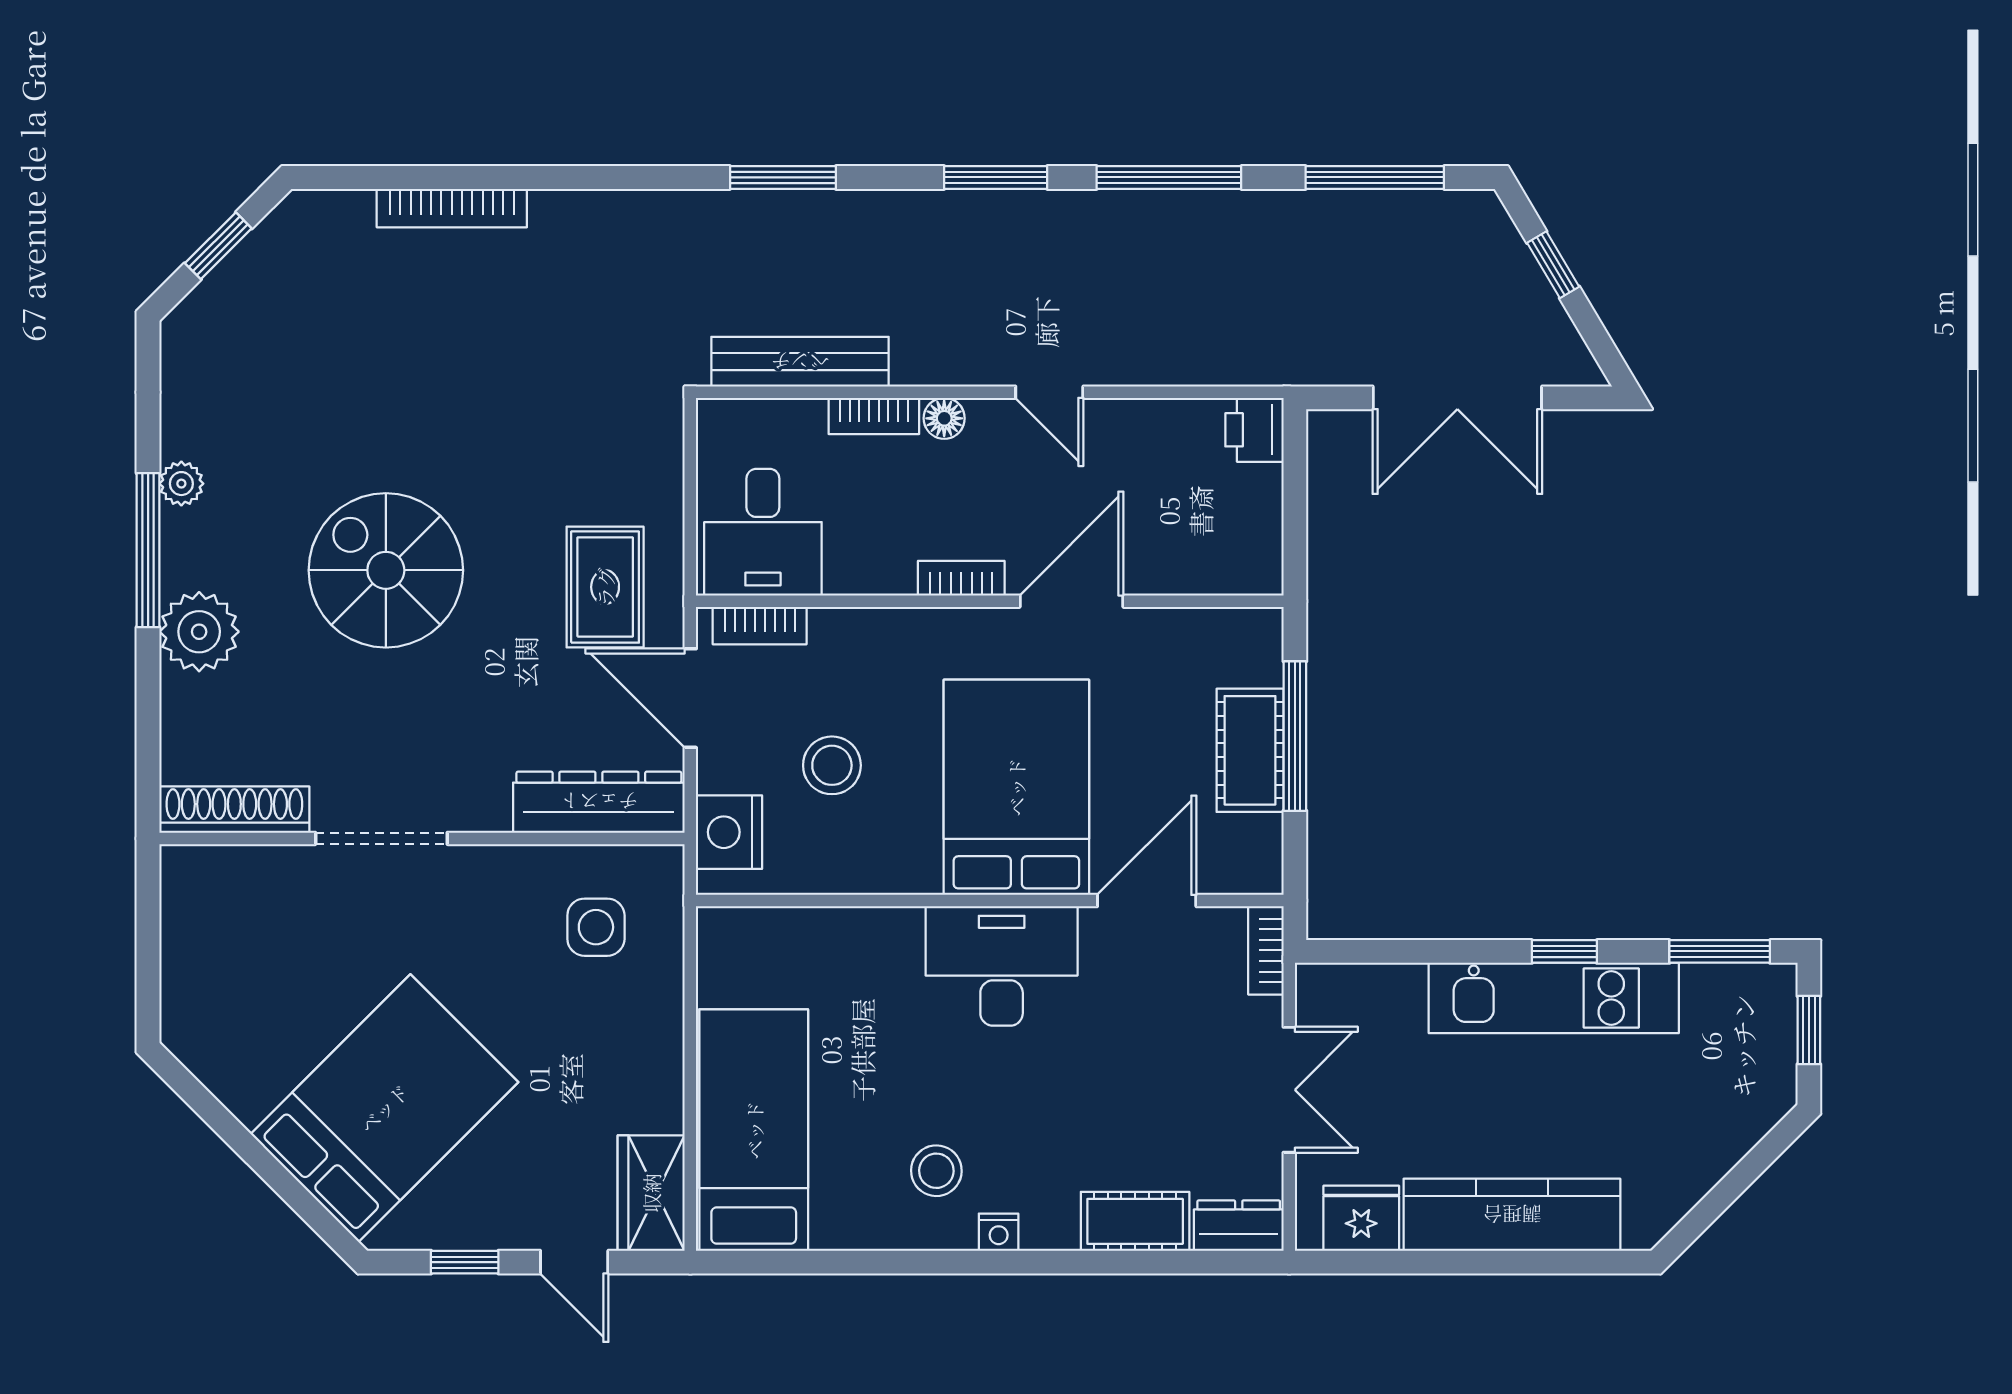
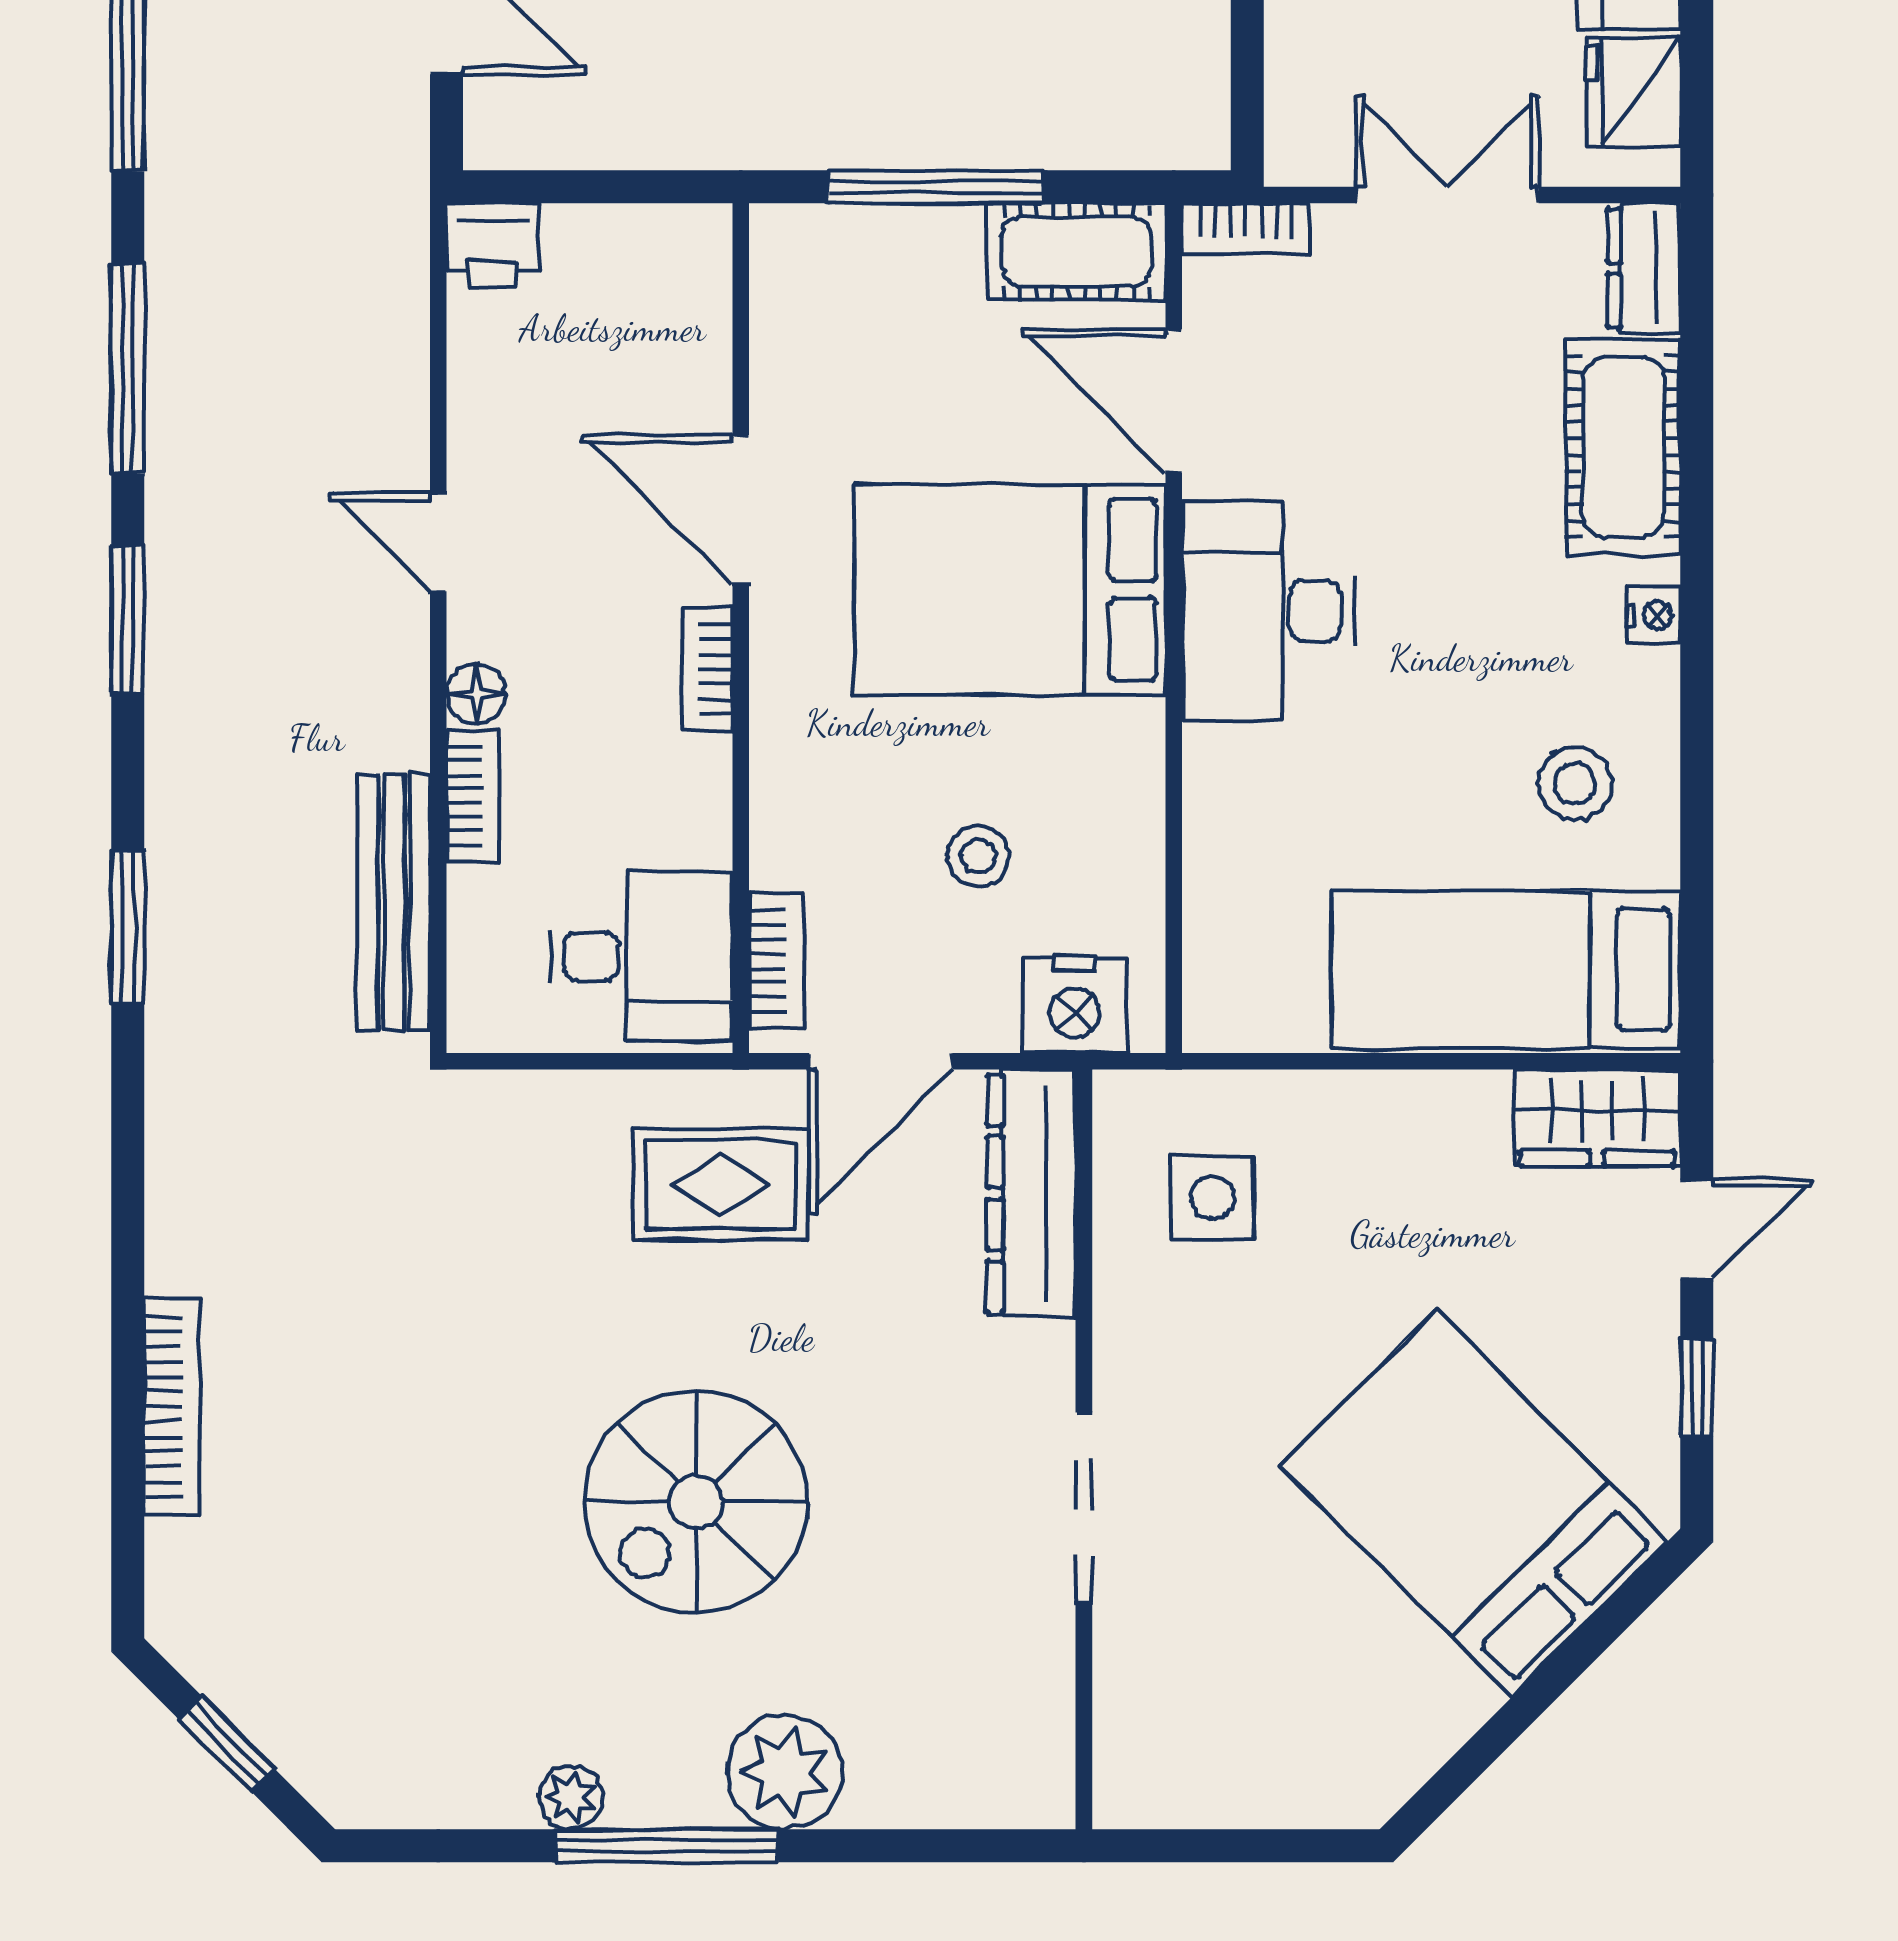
door: (1049, 392) -> (438, 542), swing flipped
cot: (1250, 750) -> (1076, 252), moved
stool: (832, 765) -> (978, 856), width x0.73, depth x0.73
shoe rack: (234, 810) -> (1042, 1721), removed
stool: (936, 1171) -> (1575, 783), moved
cot: (1135, 1221) -> (1623, 447), width x1.37, depth x1.34

